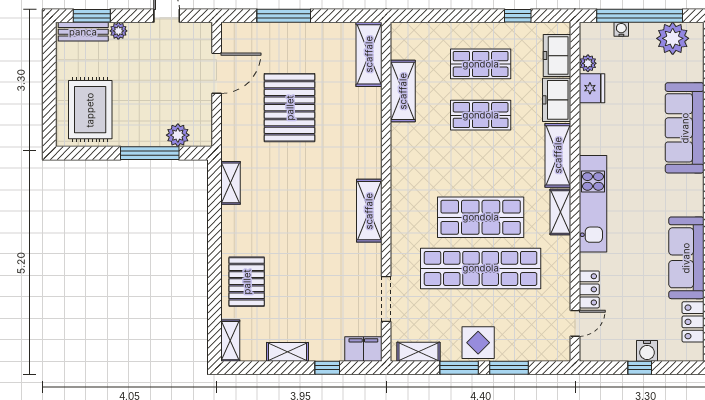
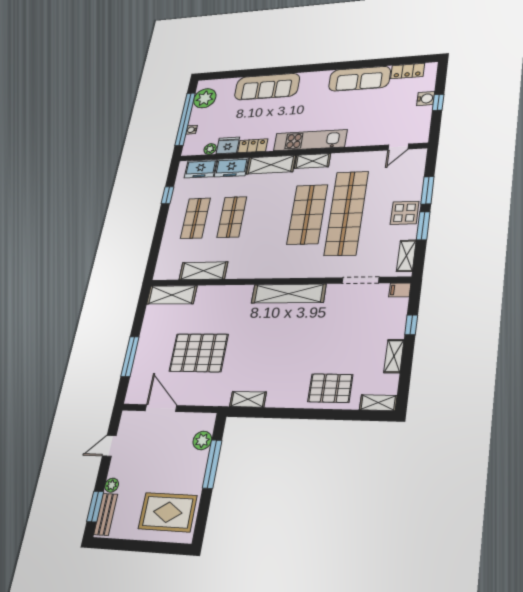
shelving: (369, 211) -> (289, 294), width x1.47
locker: (589, 289) -> (253, 146), moved
door: (575, 323) -> (398, 147), swing flipped
filing cabinet: (363, 349) -> (400, 290), width x0.50

